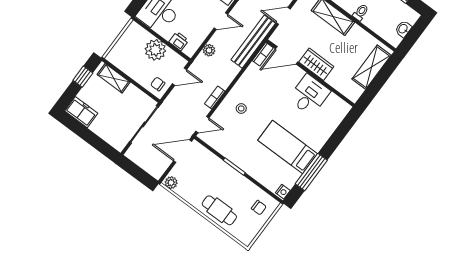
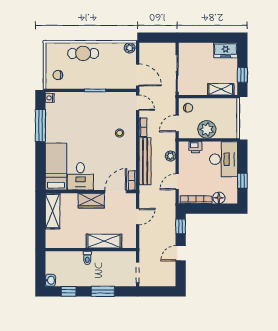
washbasin: (403, 29) -> (50, 280), moved
bench: (253, 42) -> (145, 161), moved
shelving: (371, 67) -> (53, 211), moved
door: (202, 125) -> (138, 103), swing flipped
bed: (288, 147) -> (56, 167), moved, turned -90
door: (183, 151) -> (138, 75), hinge flipped

